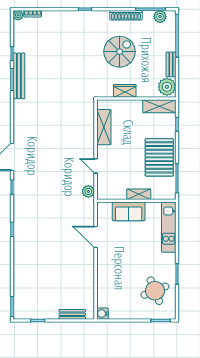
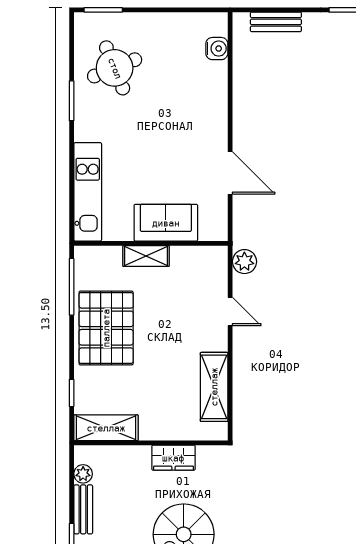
plant: (167, 87) -> (83, 474), width x0.53, depth x0.53
water cooler: (102, 314) -> (217, 49), moved

